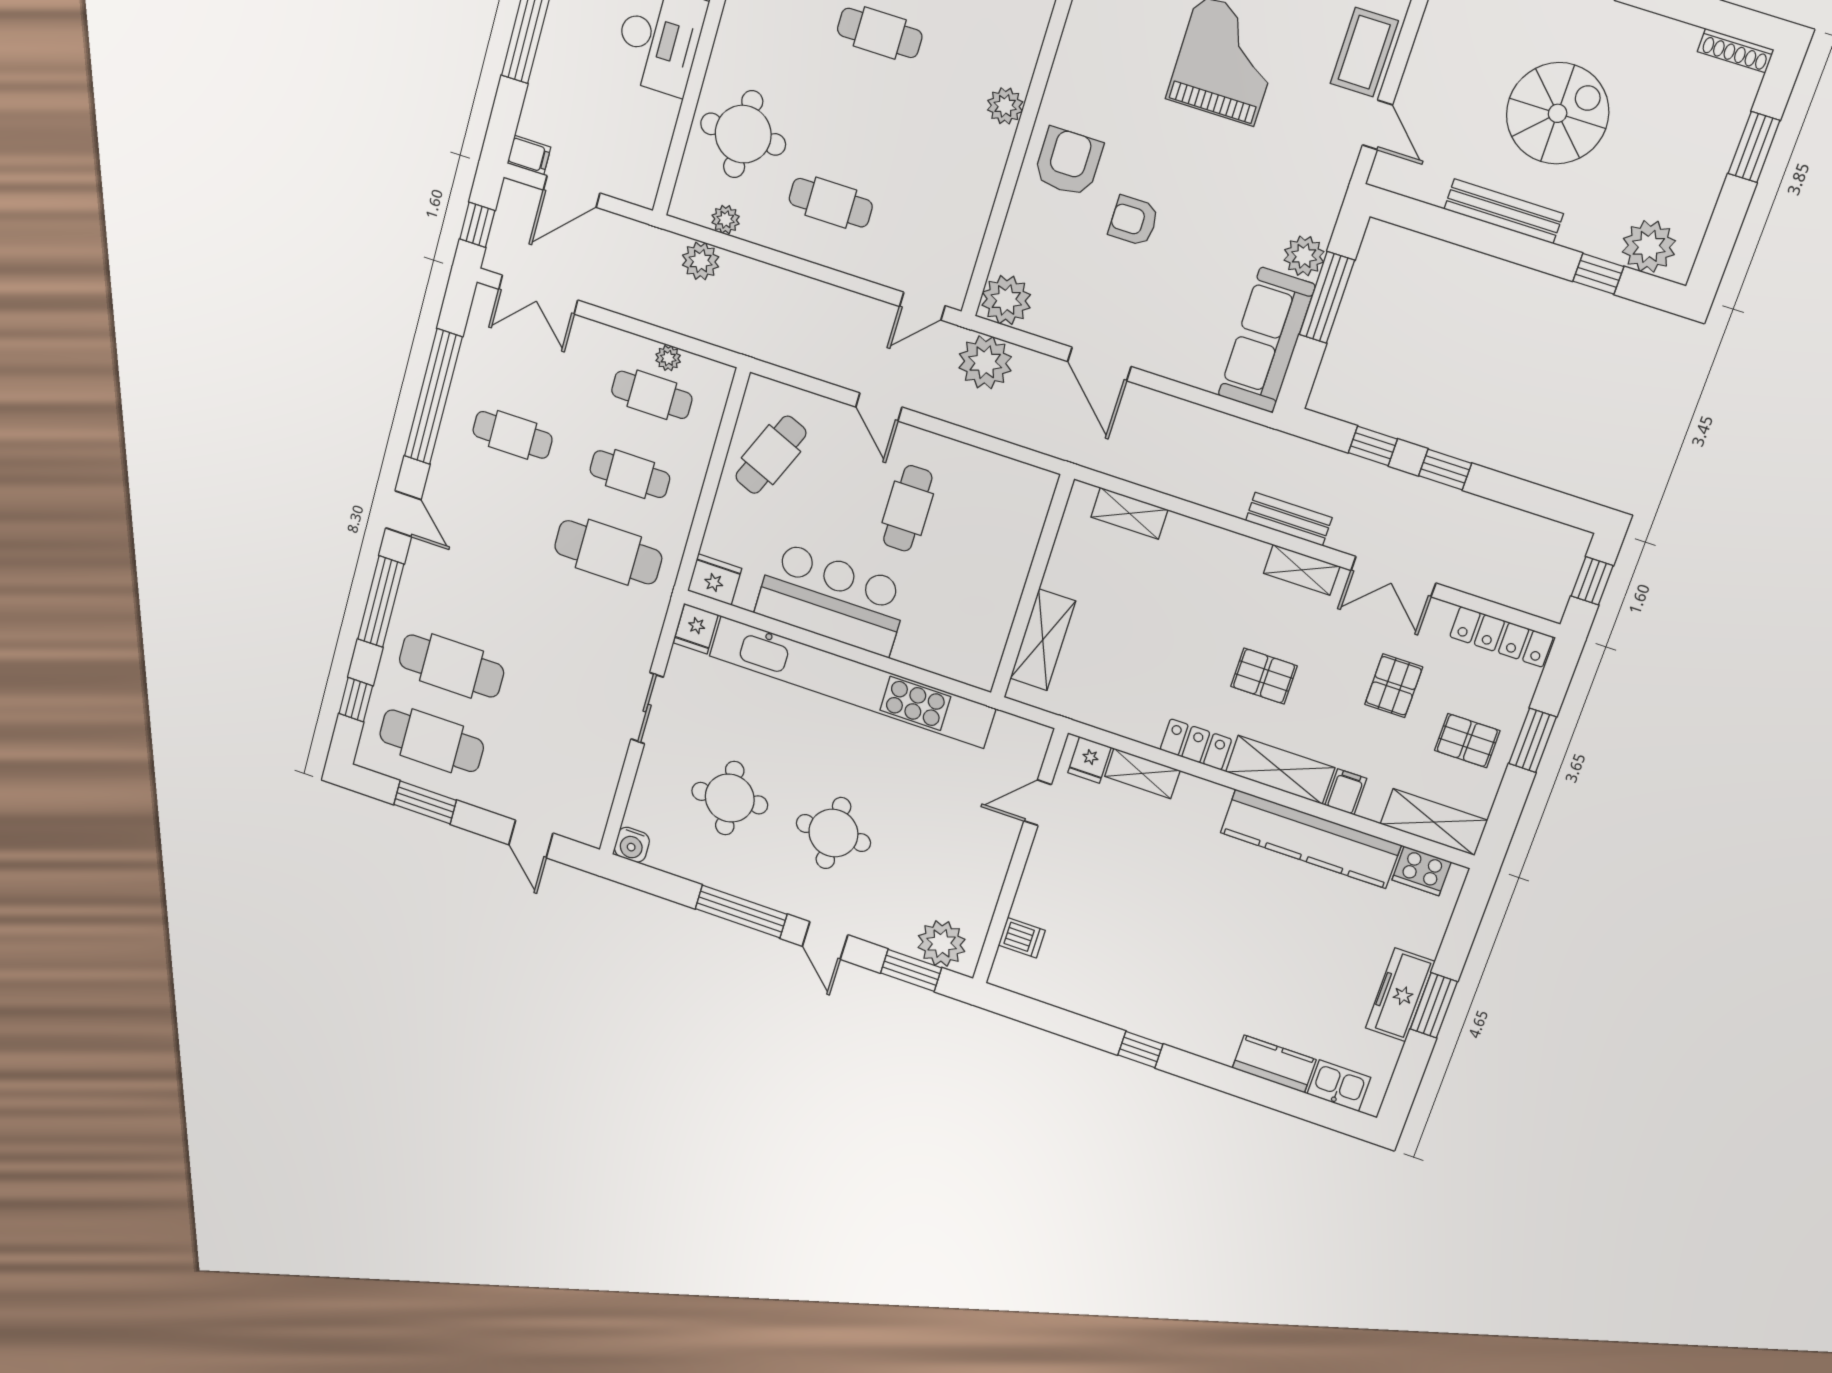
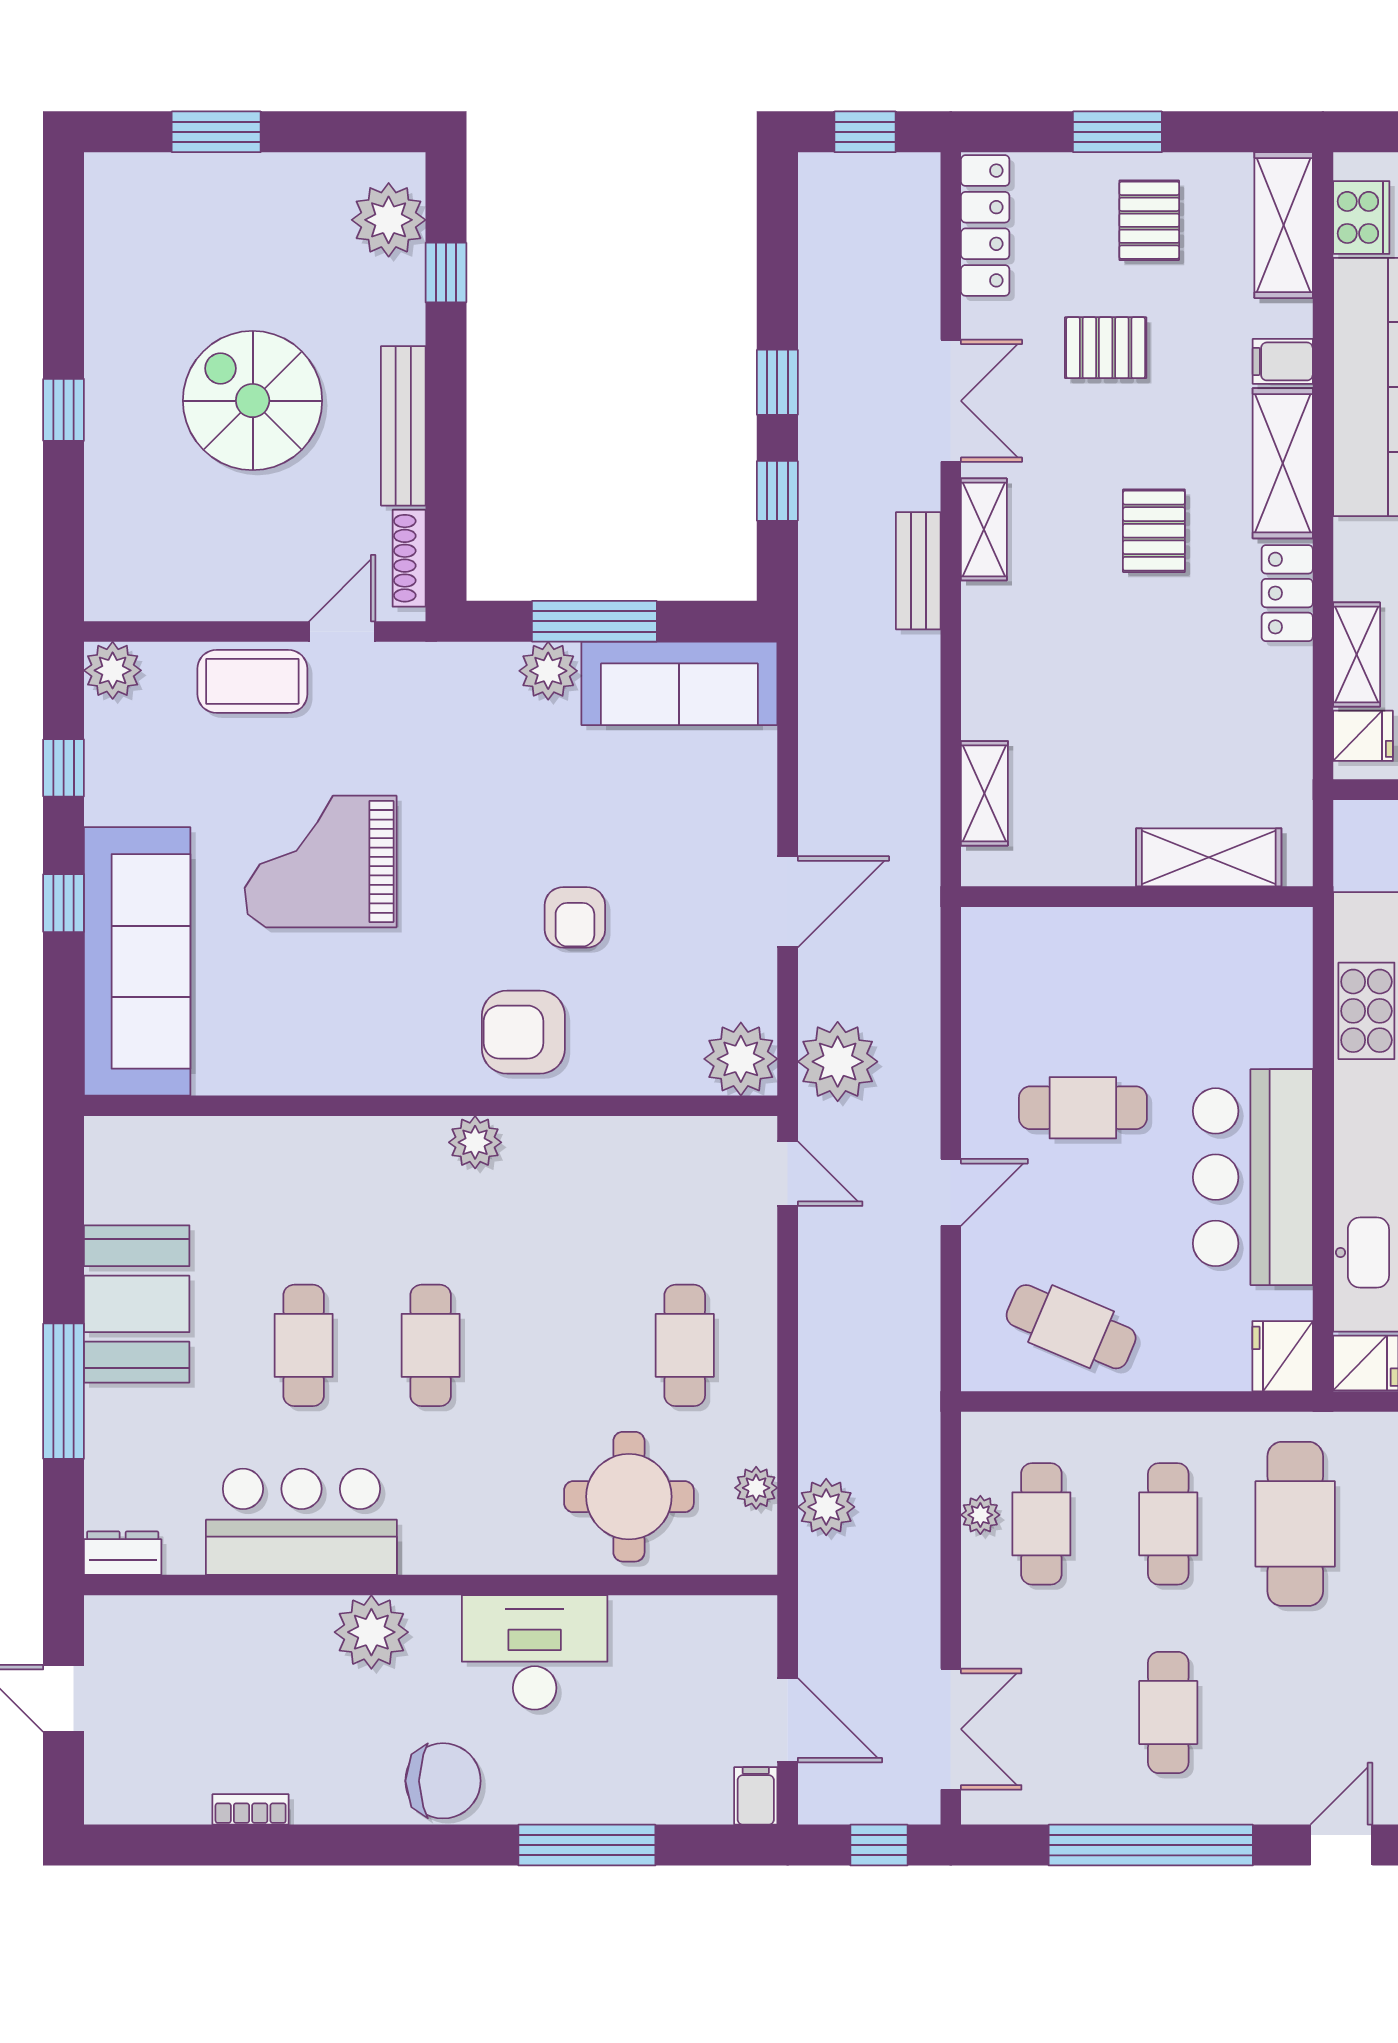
shoe rack: (1736, 51) -> (409, 558), moved, turned 180

